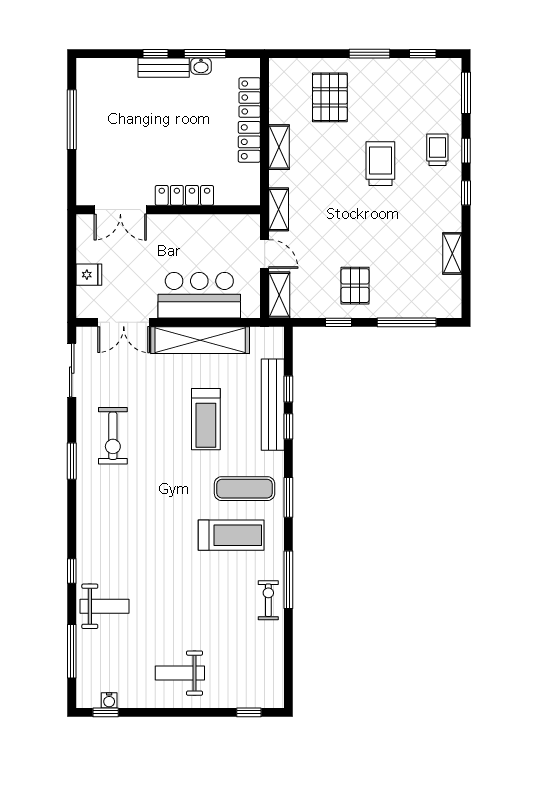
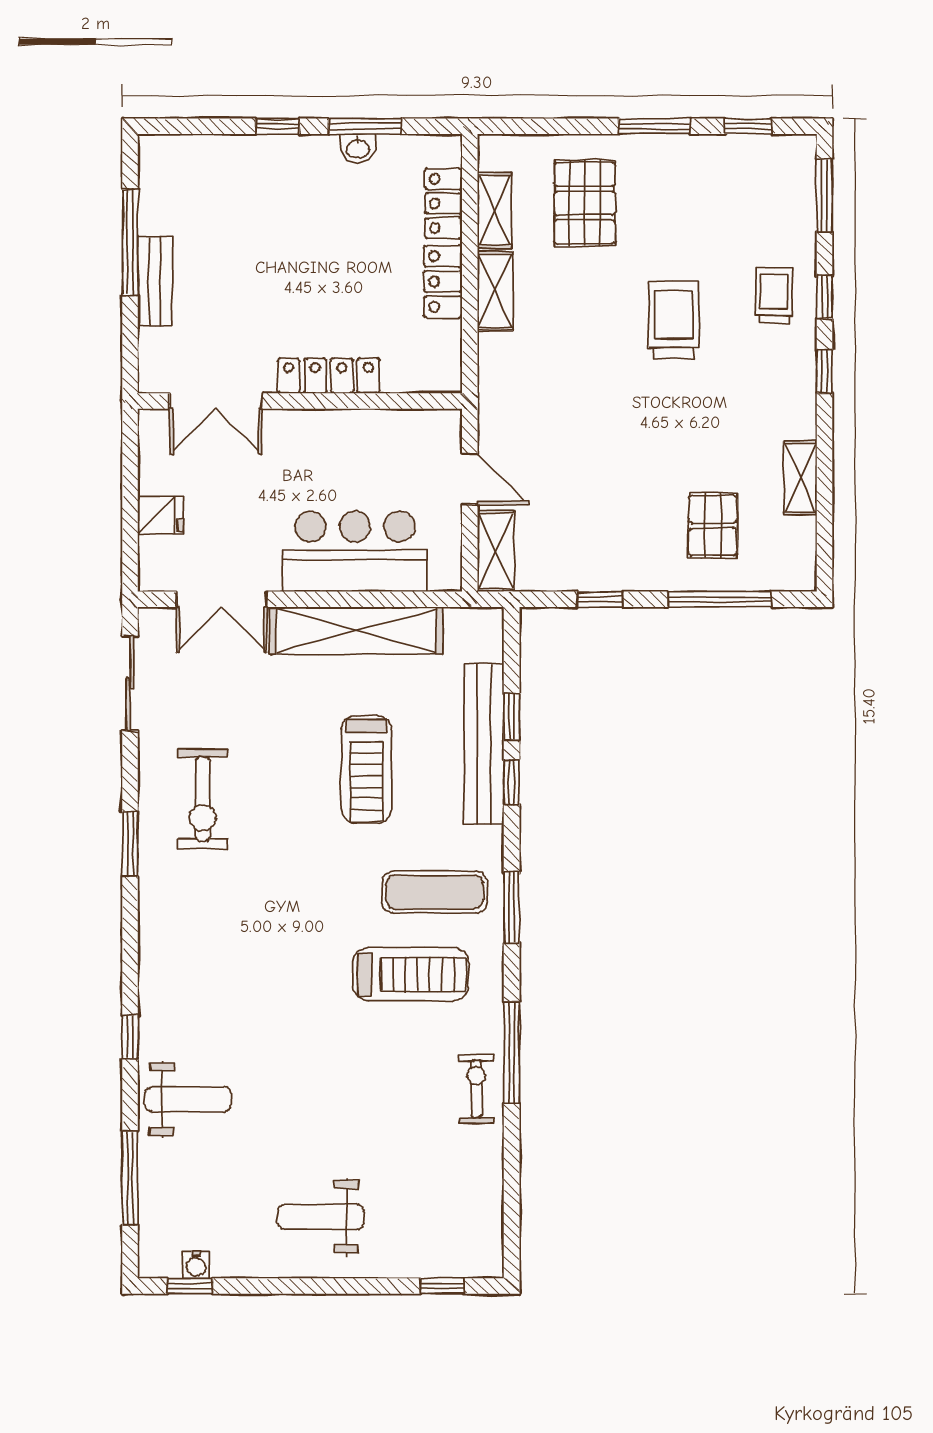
bench: (164, 68) -> (155, 281), moved, turned 90
shelving: (279, 209) -> (494, 210), moved
pallet: (355, 286) -> (713, 525), moved

